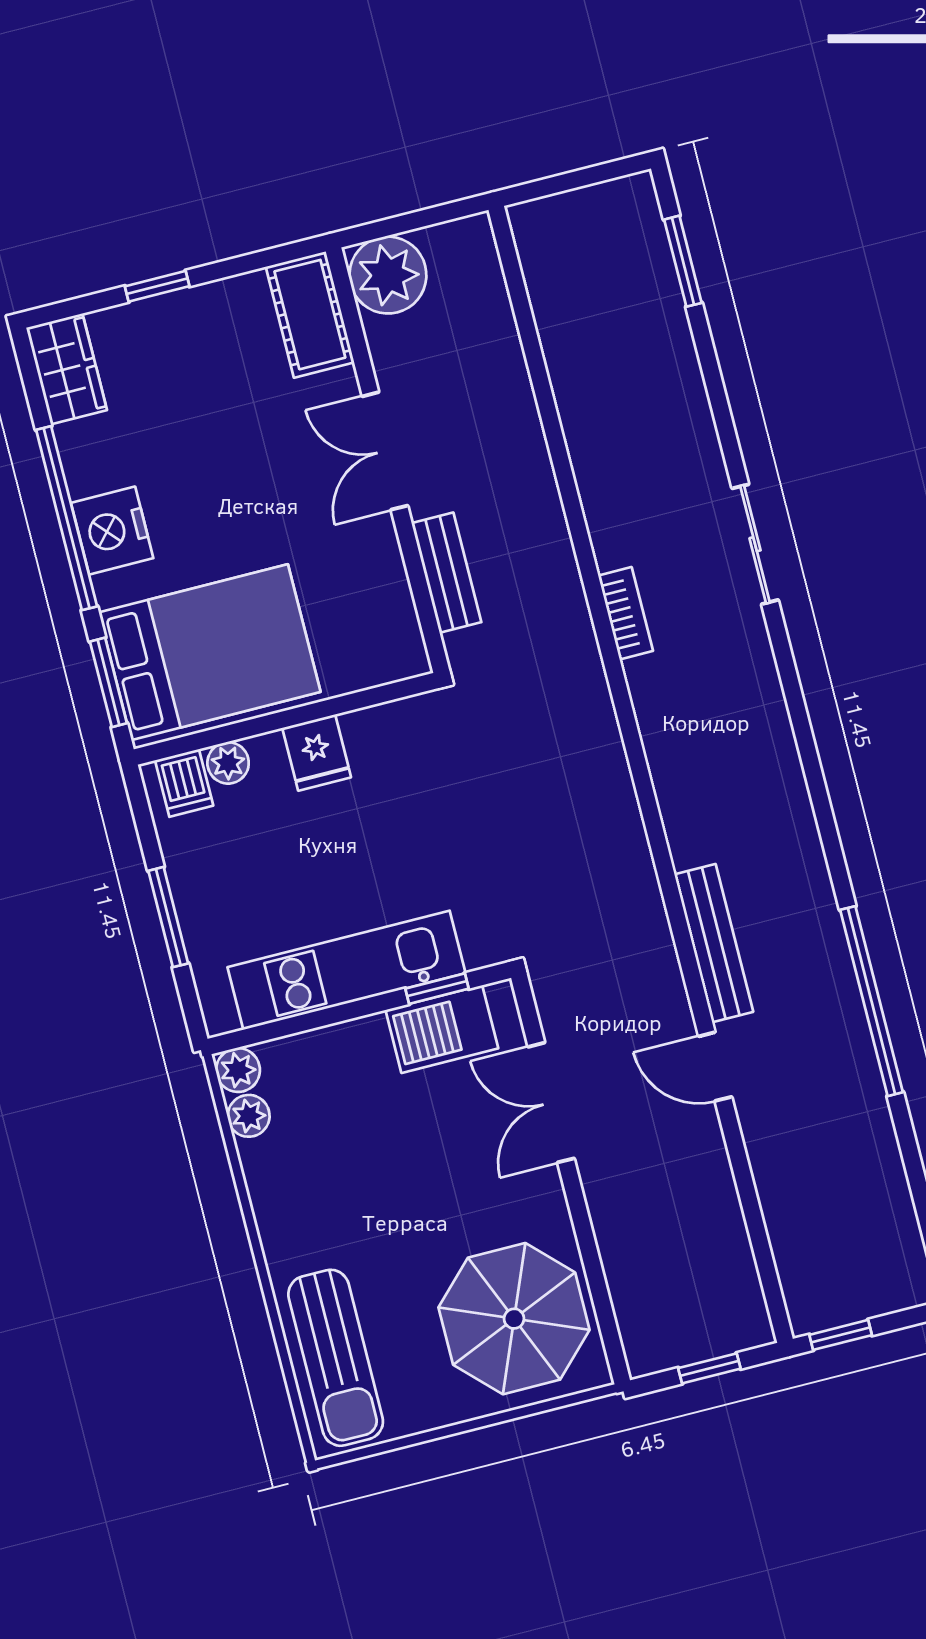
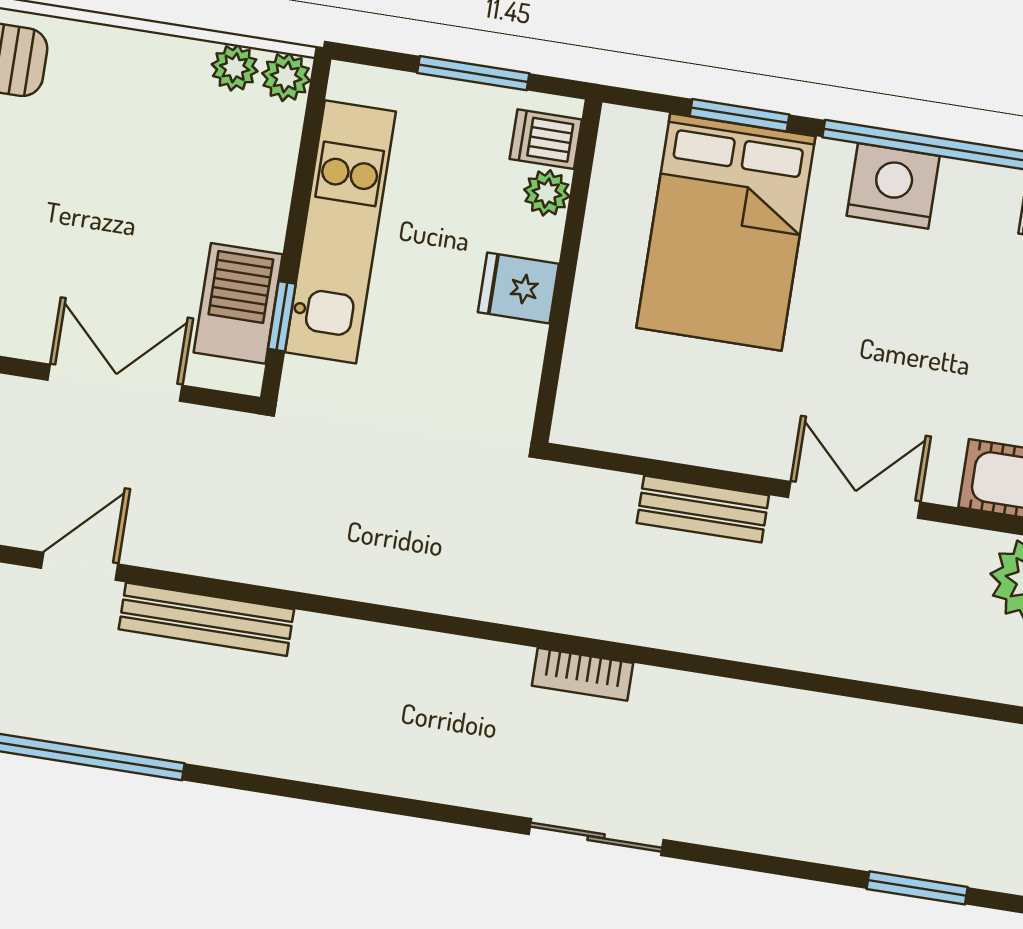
wall: (285, 719) -> (567, 271), moved
fridge: (317, 753) -> (518, 288), moved
plant: (228, 763) -> (547, 193), moved
dishwasher: (184, 783) -> (546, 139), moved

